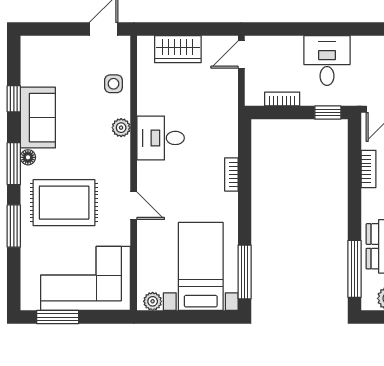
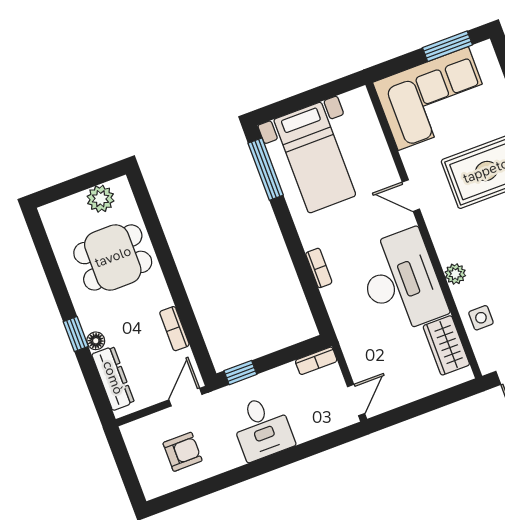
wardrobe: (178, 49) -> (446, 345), moved, turned -90
bookcase: (282, 99) -> (316, 361), moved
desk: (161, 138) -> (401, 281), width x1.87, depth x1.30
window: (355, 269) -> (150, 216), removed
plant: (153, 301) -> (352, 101), removed

